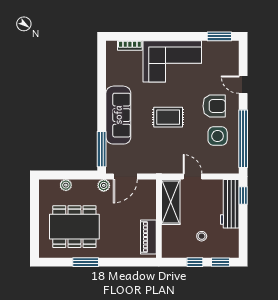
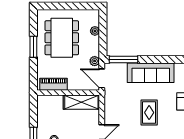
shelving: (171, 202) -> (81, 102), moved
wall: (159, 219) -> (68, 93), moved
piano: (148, 237) -> (53, 84), moved

